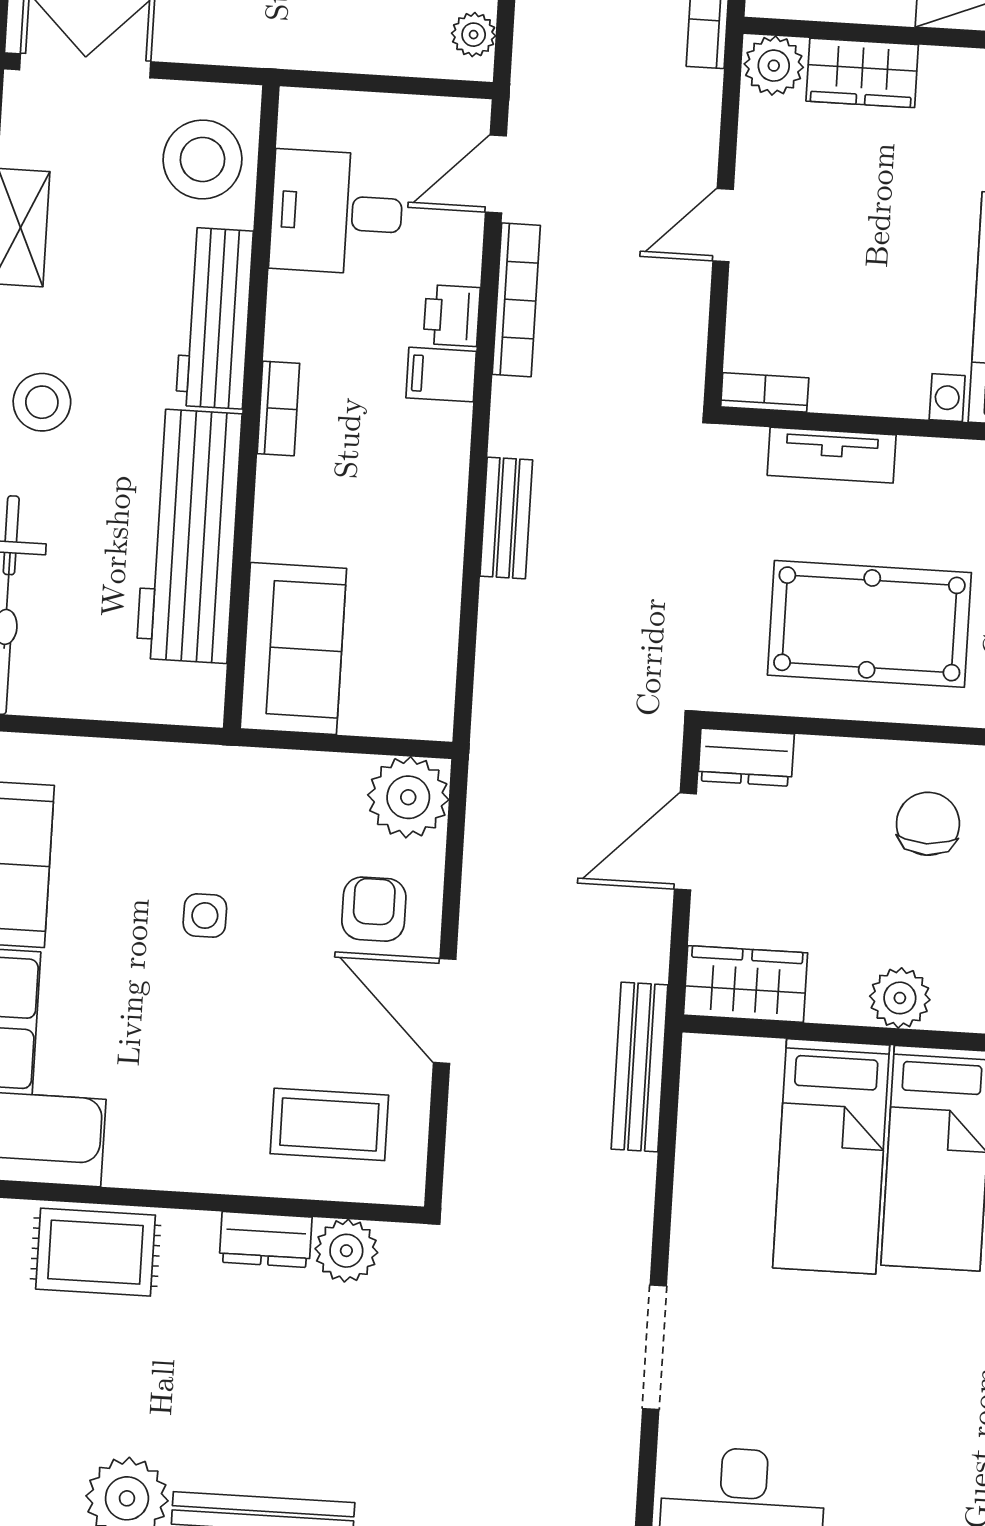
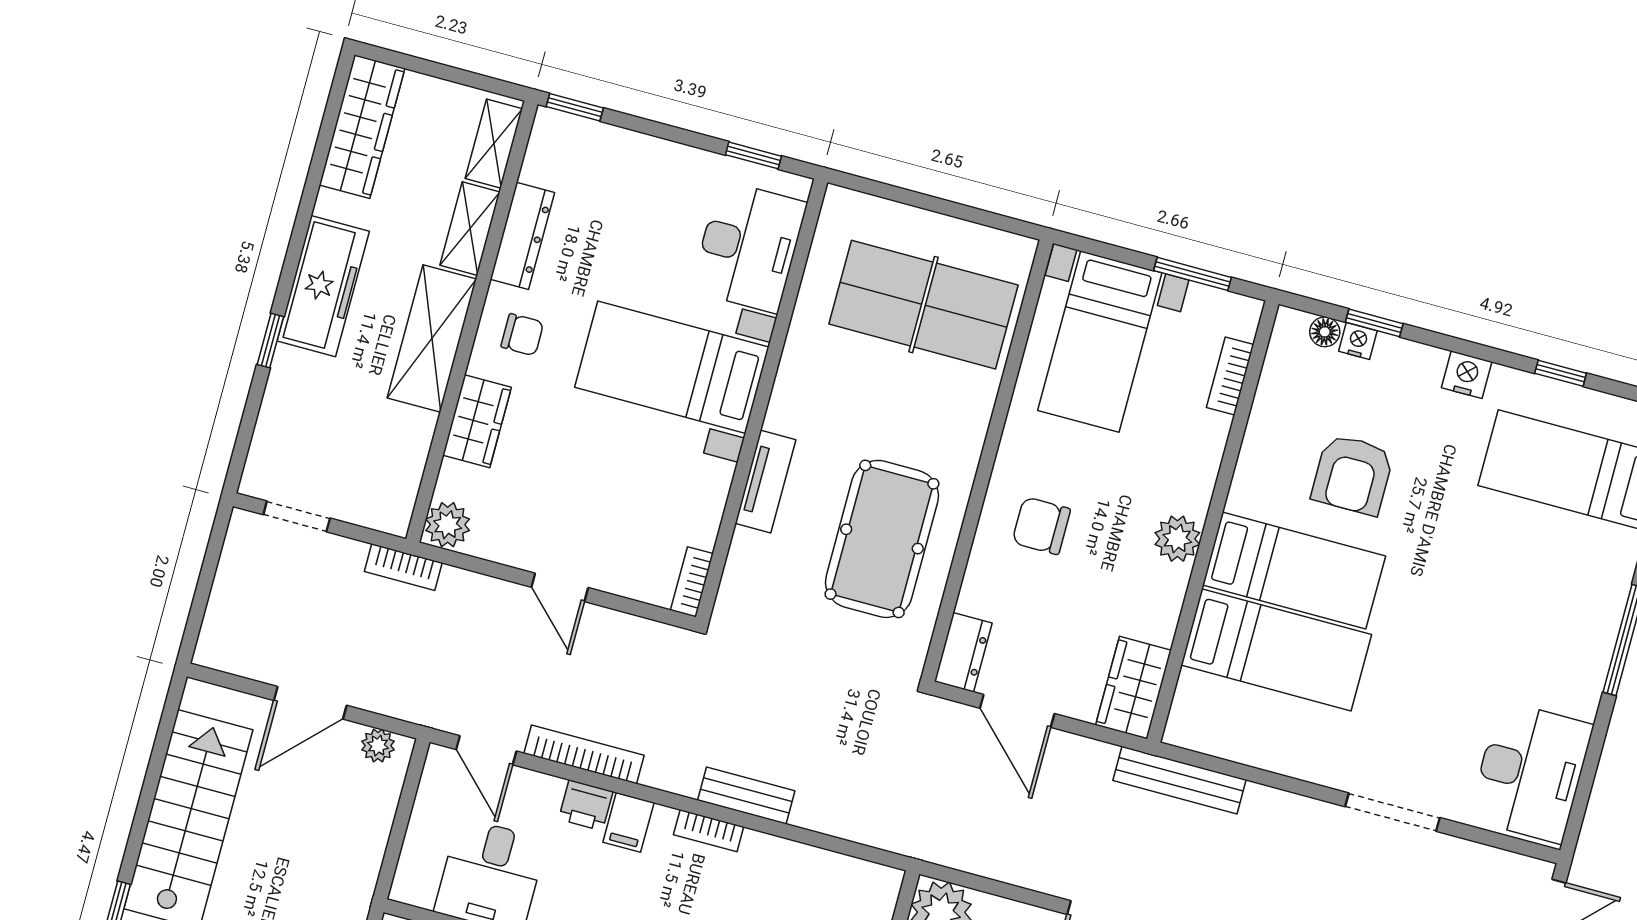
wardrobe: (862, 73) -> (477, 421), moved
tv unit: (832, 455) -> (765, 481), moved
bookcase: (451, 479) -> (709, 831), added
plant: (900, 998) -> (1177, 539), moved

